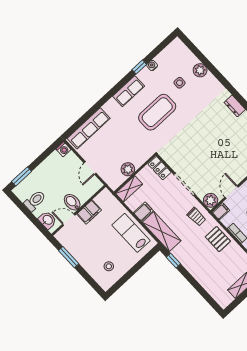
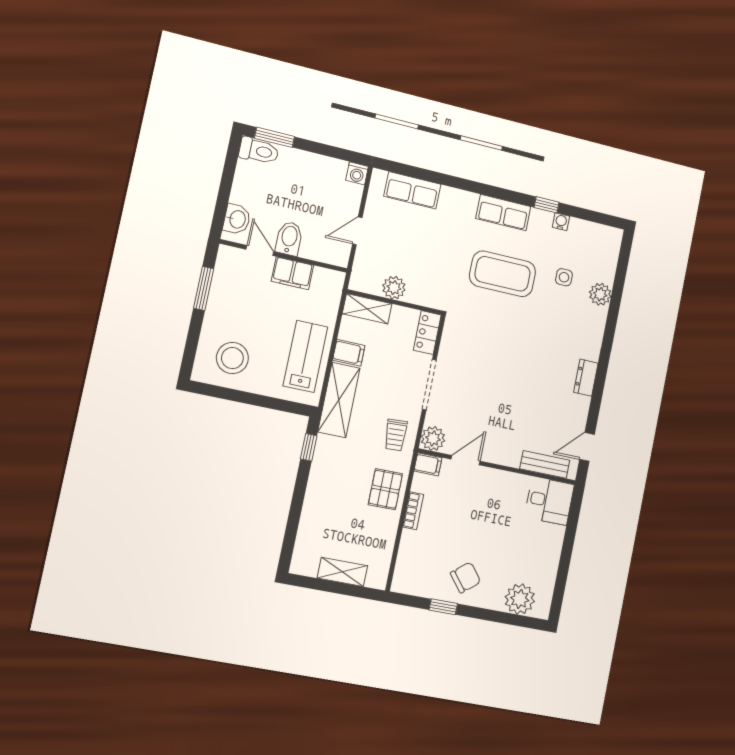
row of seats: (89, 128) -> (412, 190), width x0.68
toilet: (35, 201) -> (259, 151), moved
stool: (109, 266) -> (232, 358), width x1.89, depth x1.89

